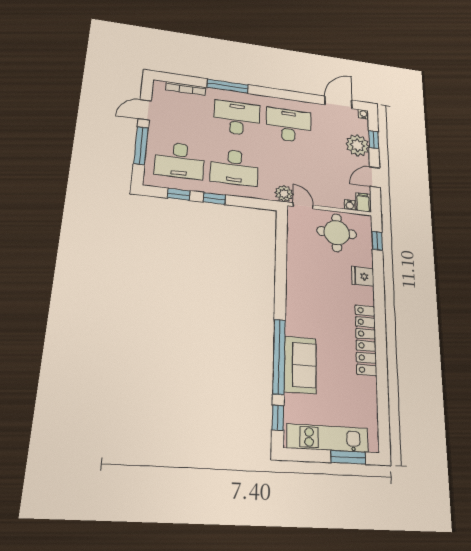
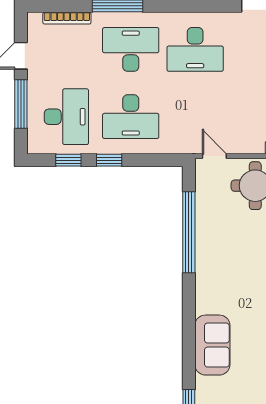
desk: (288, 125) -> (195, 49), turned 180
desk: (180, 160) -> (66, 117), turned -90
plant: (284, 194) -> (191, 143), removed
window: (279, 356) -> (189, 232), moved

